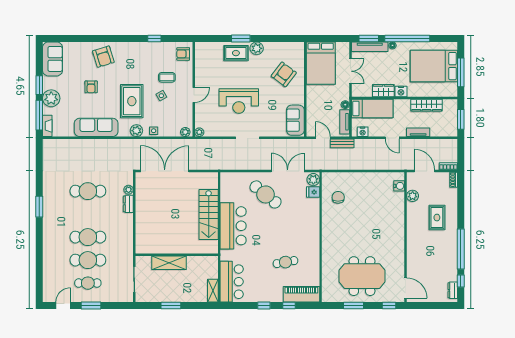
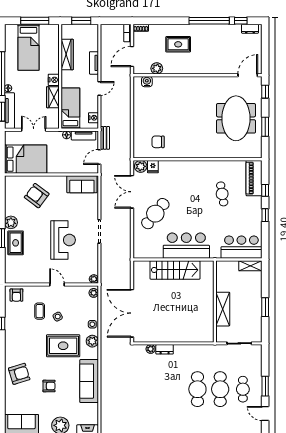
bed: (434, 66) -> (28, 47), width x0.67
cafe table: (88, 191) -> (152, 389), removed

